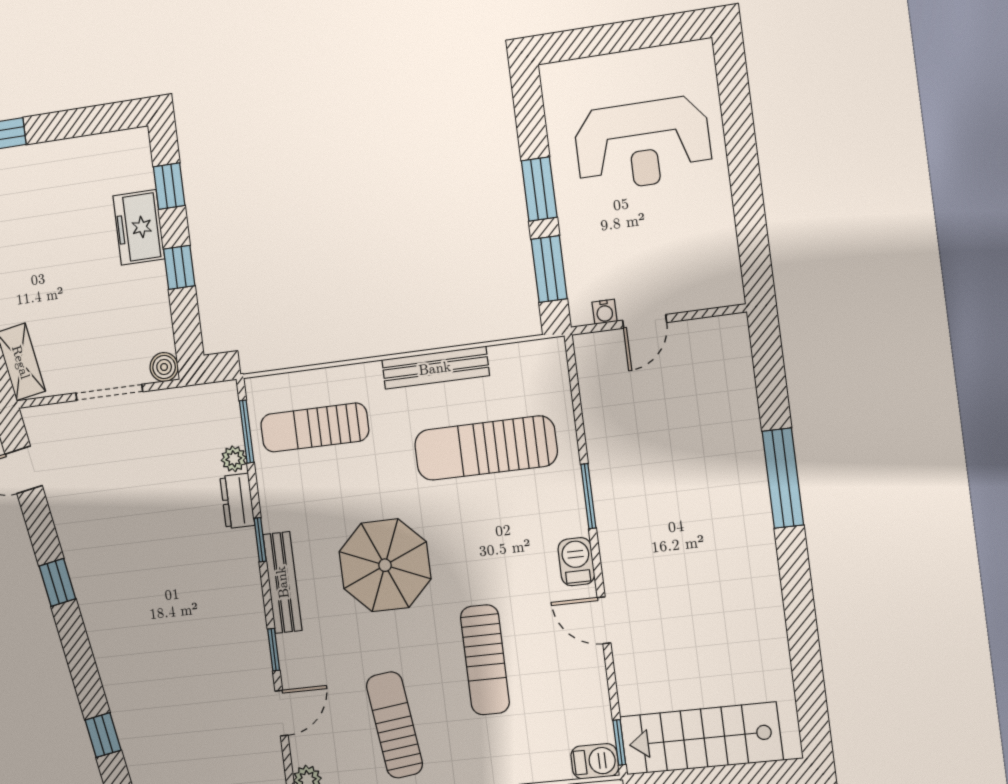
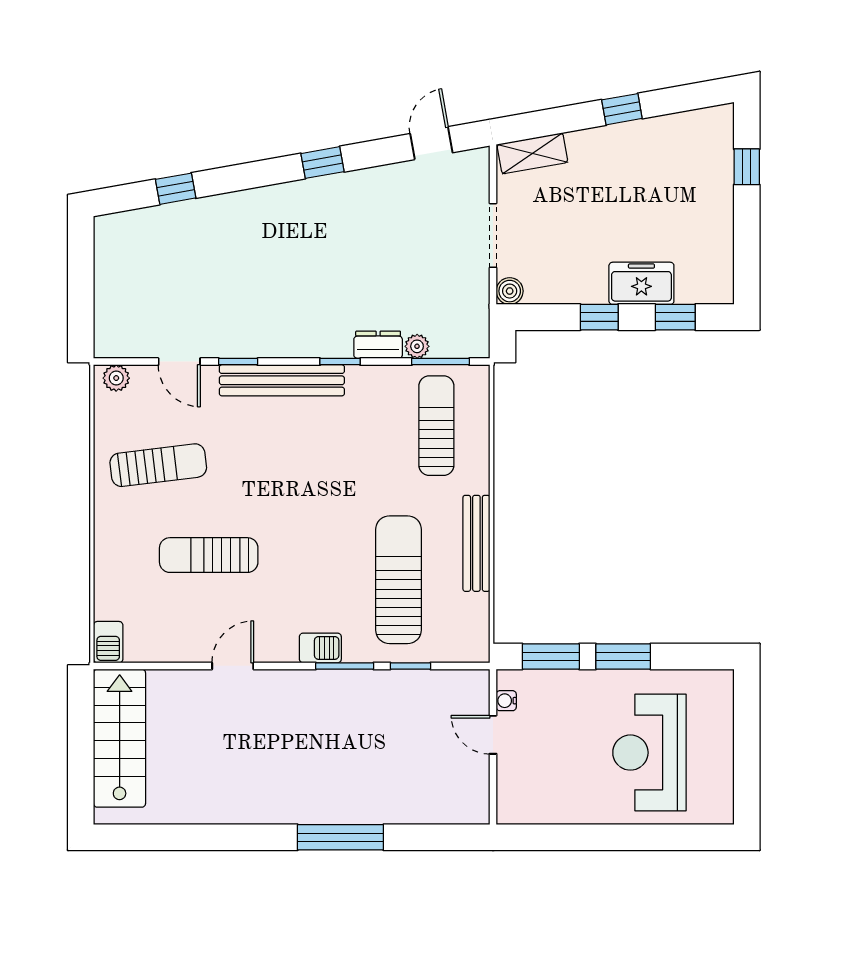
barbecue: (576, 562) -> (320, 648), moved
parasol: (385, 565) -> (304, 475), removed
bench: (282, 582) -> (282, 380), width x1.37, depth x1.21
window: (619, 742) -> (410, 666), moved

